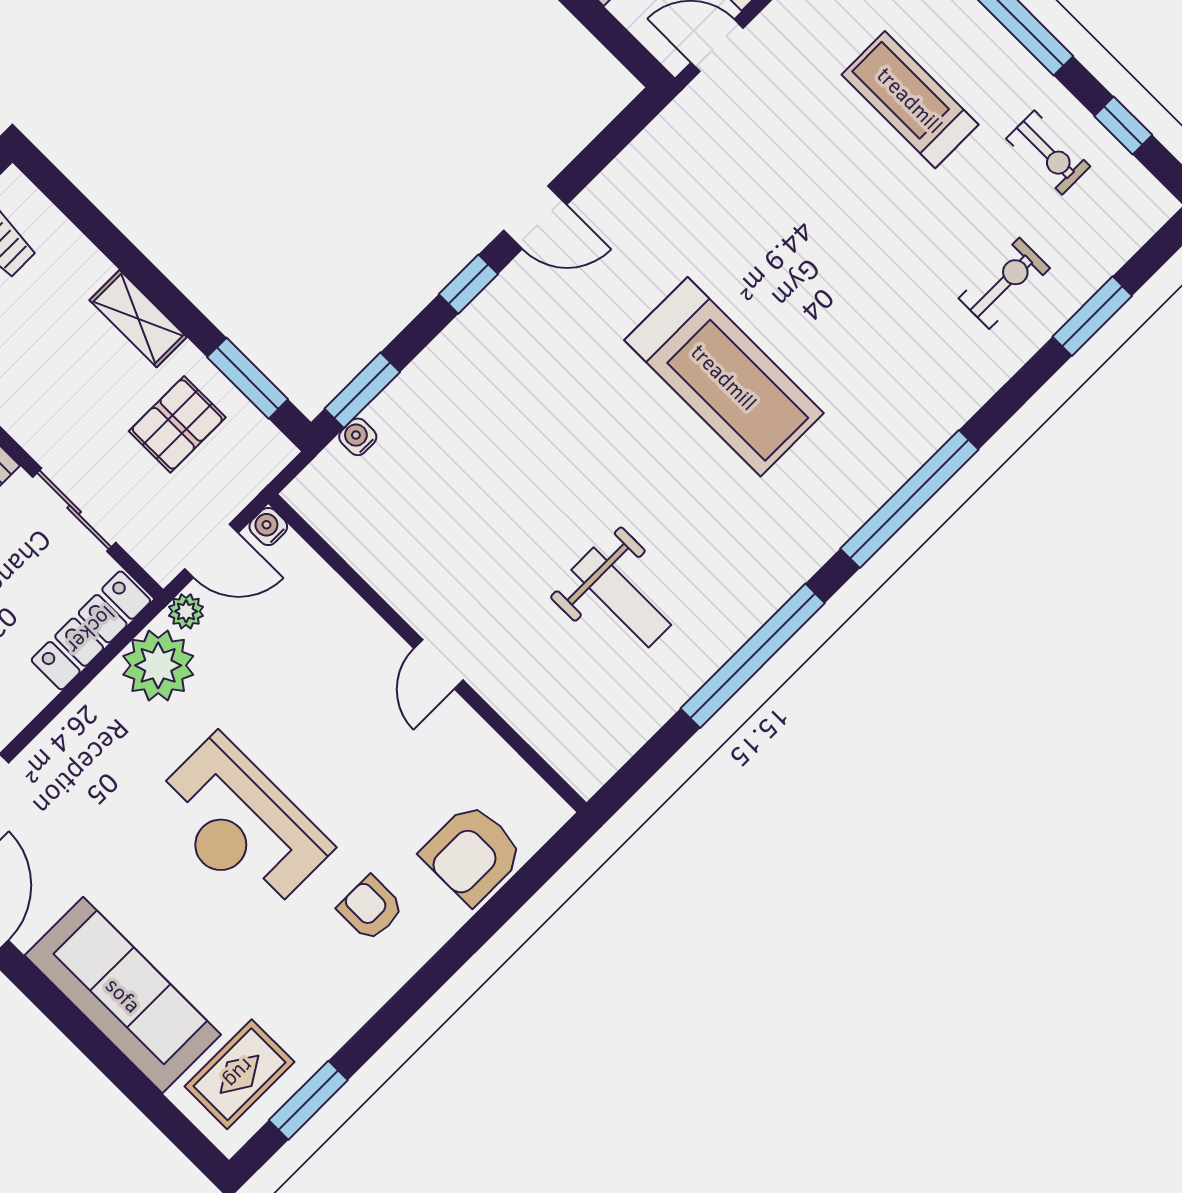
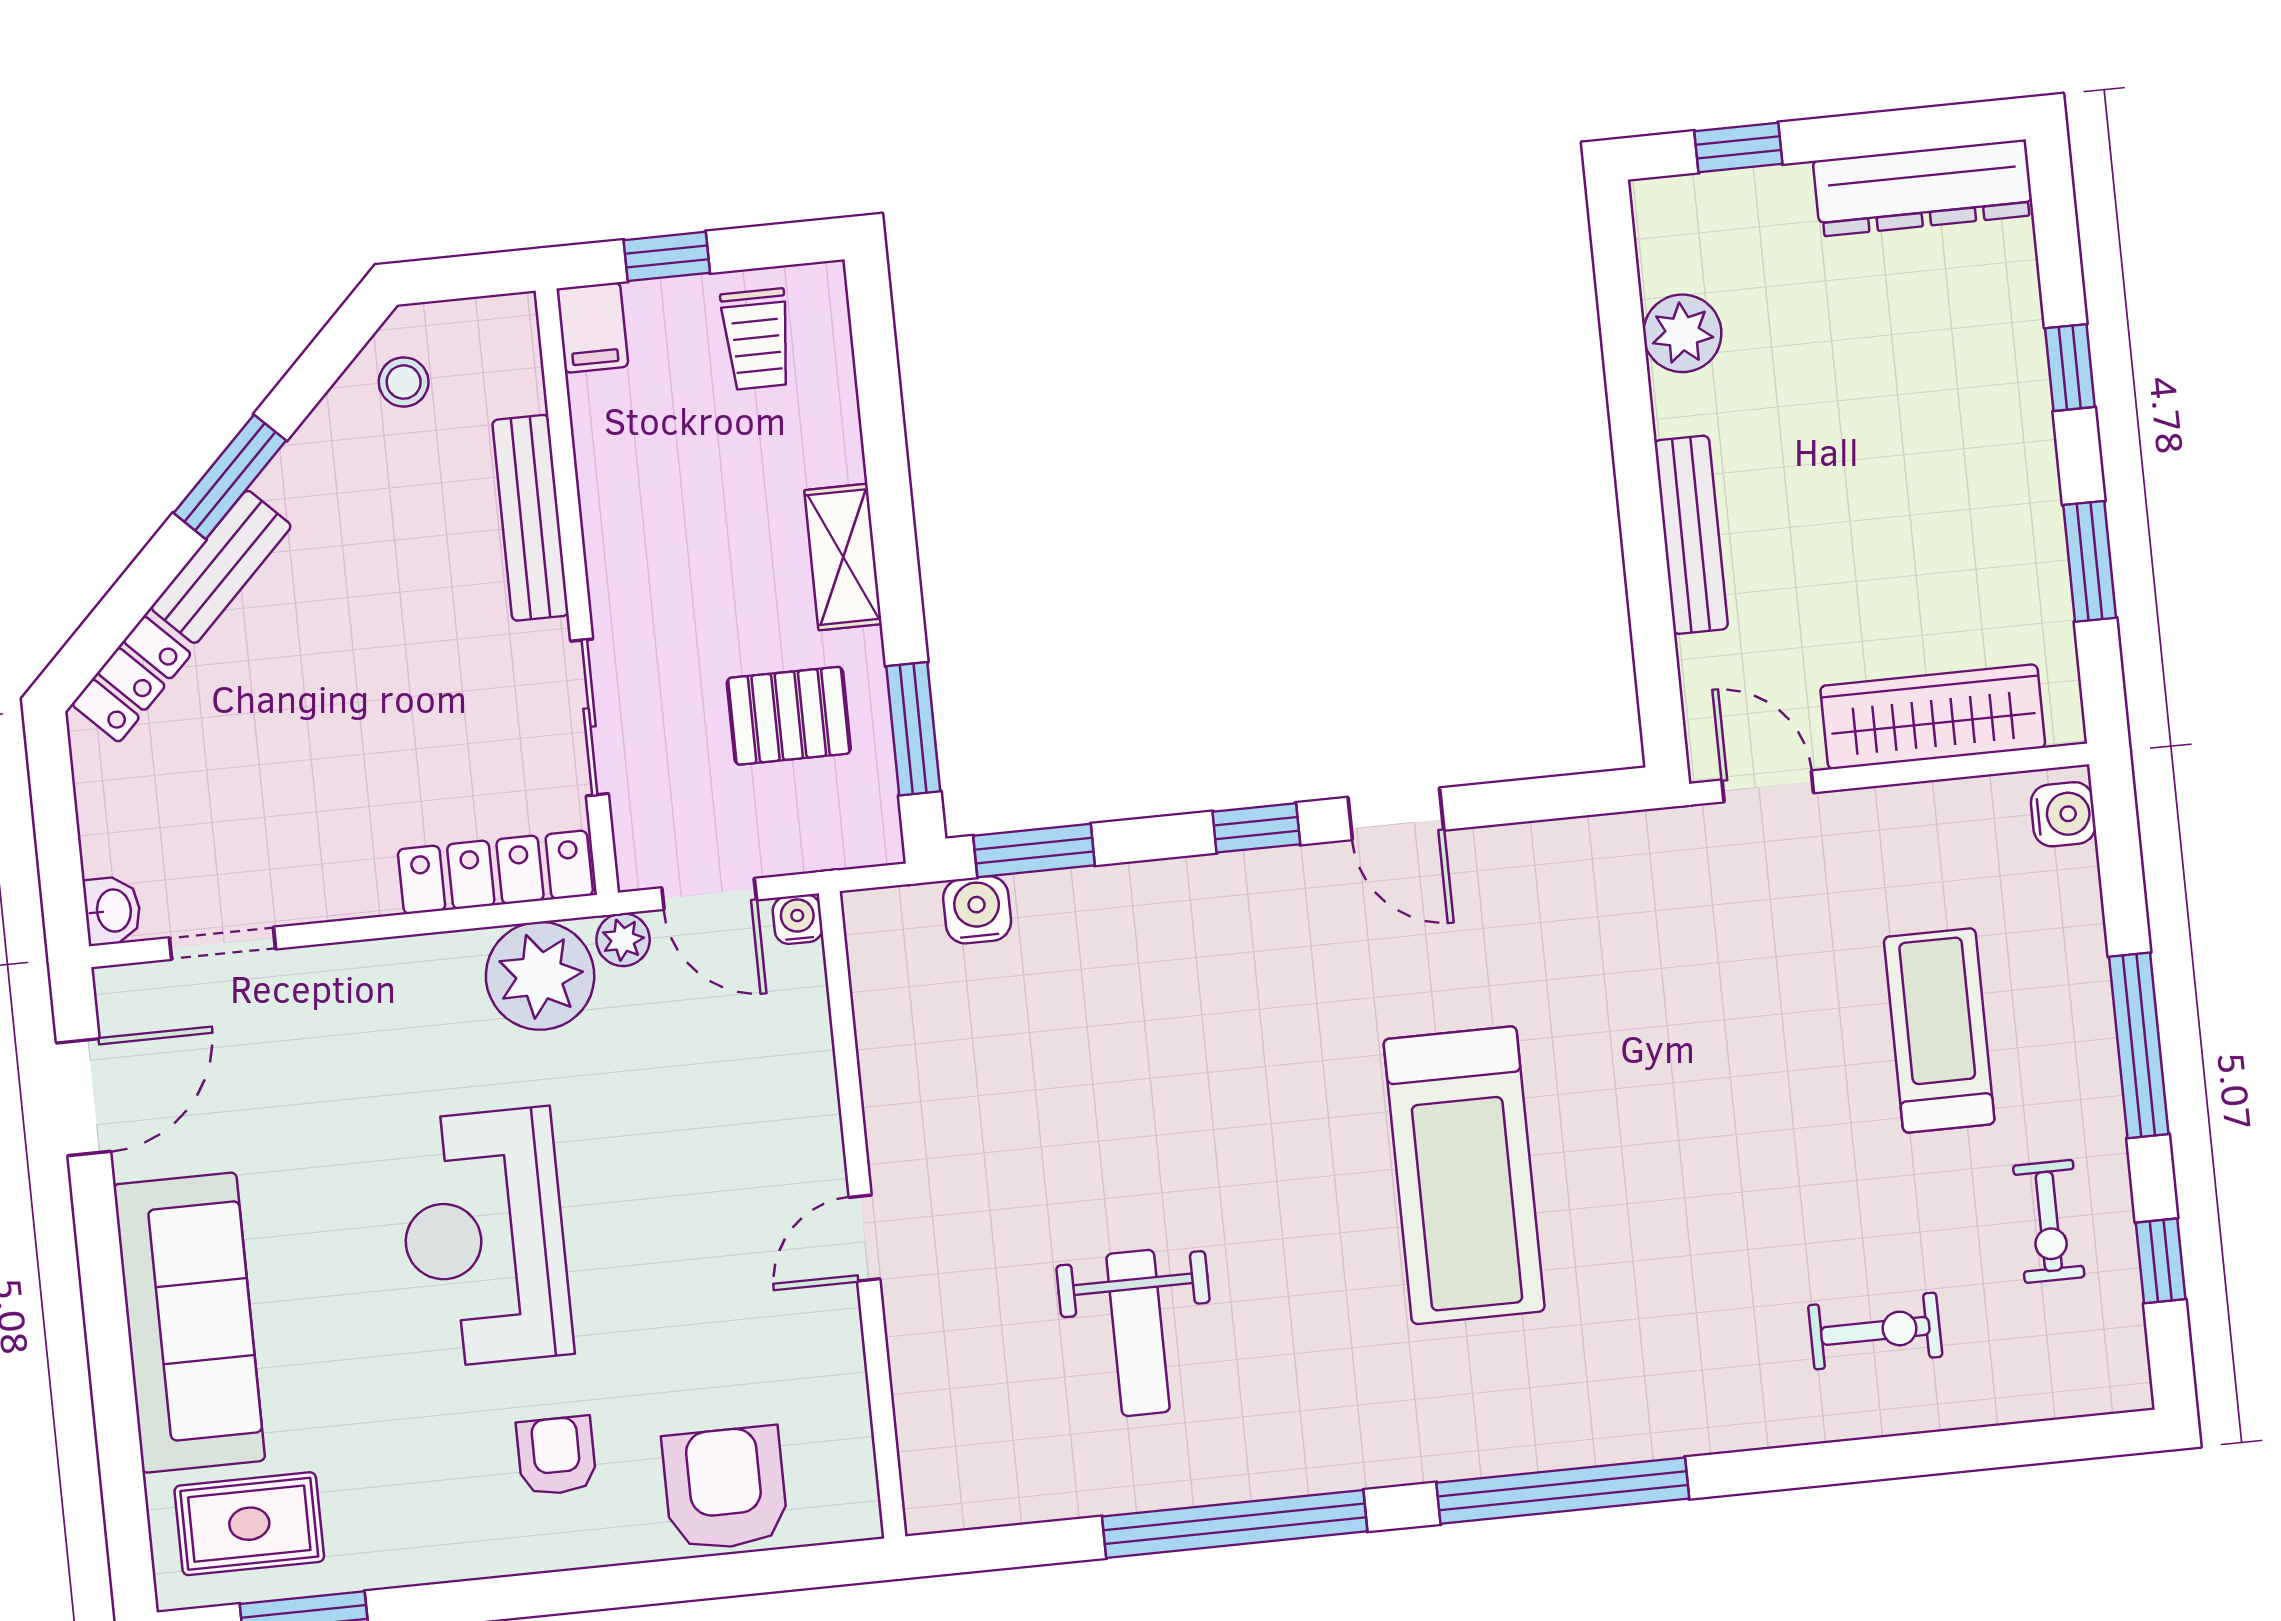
window: (1092, 316) -> (1946, 1452), removed
water cooler: (358, 437) -> (977, 910), width x1.38, depth x1.38
armchair: (472, 854) -> (725, 1489), turned 90

